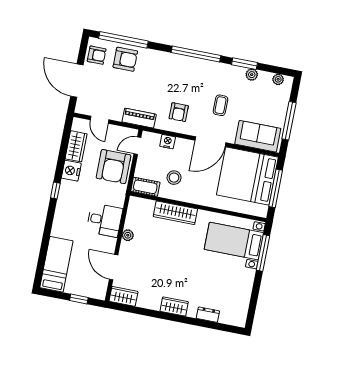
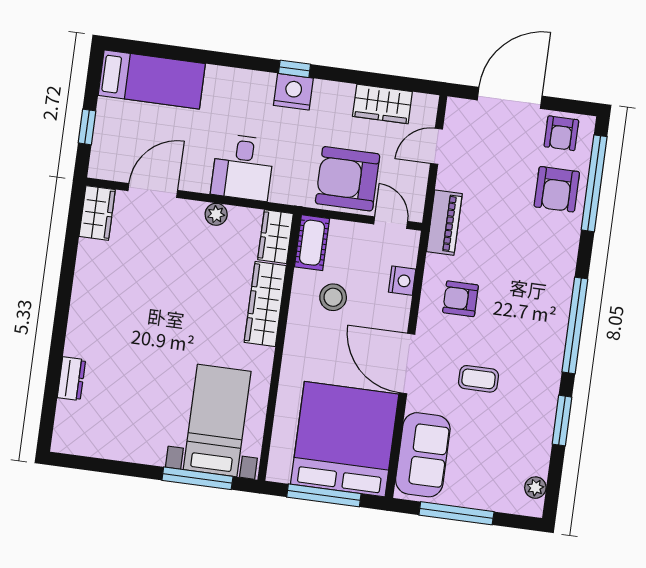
plant: (252, 75) -> (542, 436), removed
nightstand: (71, 171) -> (293, 92), moved
wardrobe: (174, 307) -> (275, 237), moved, turned 180

